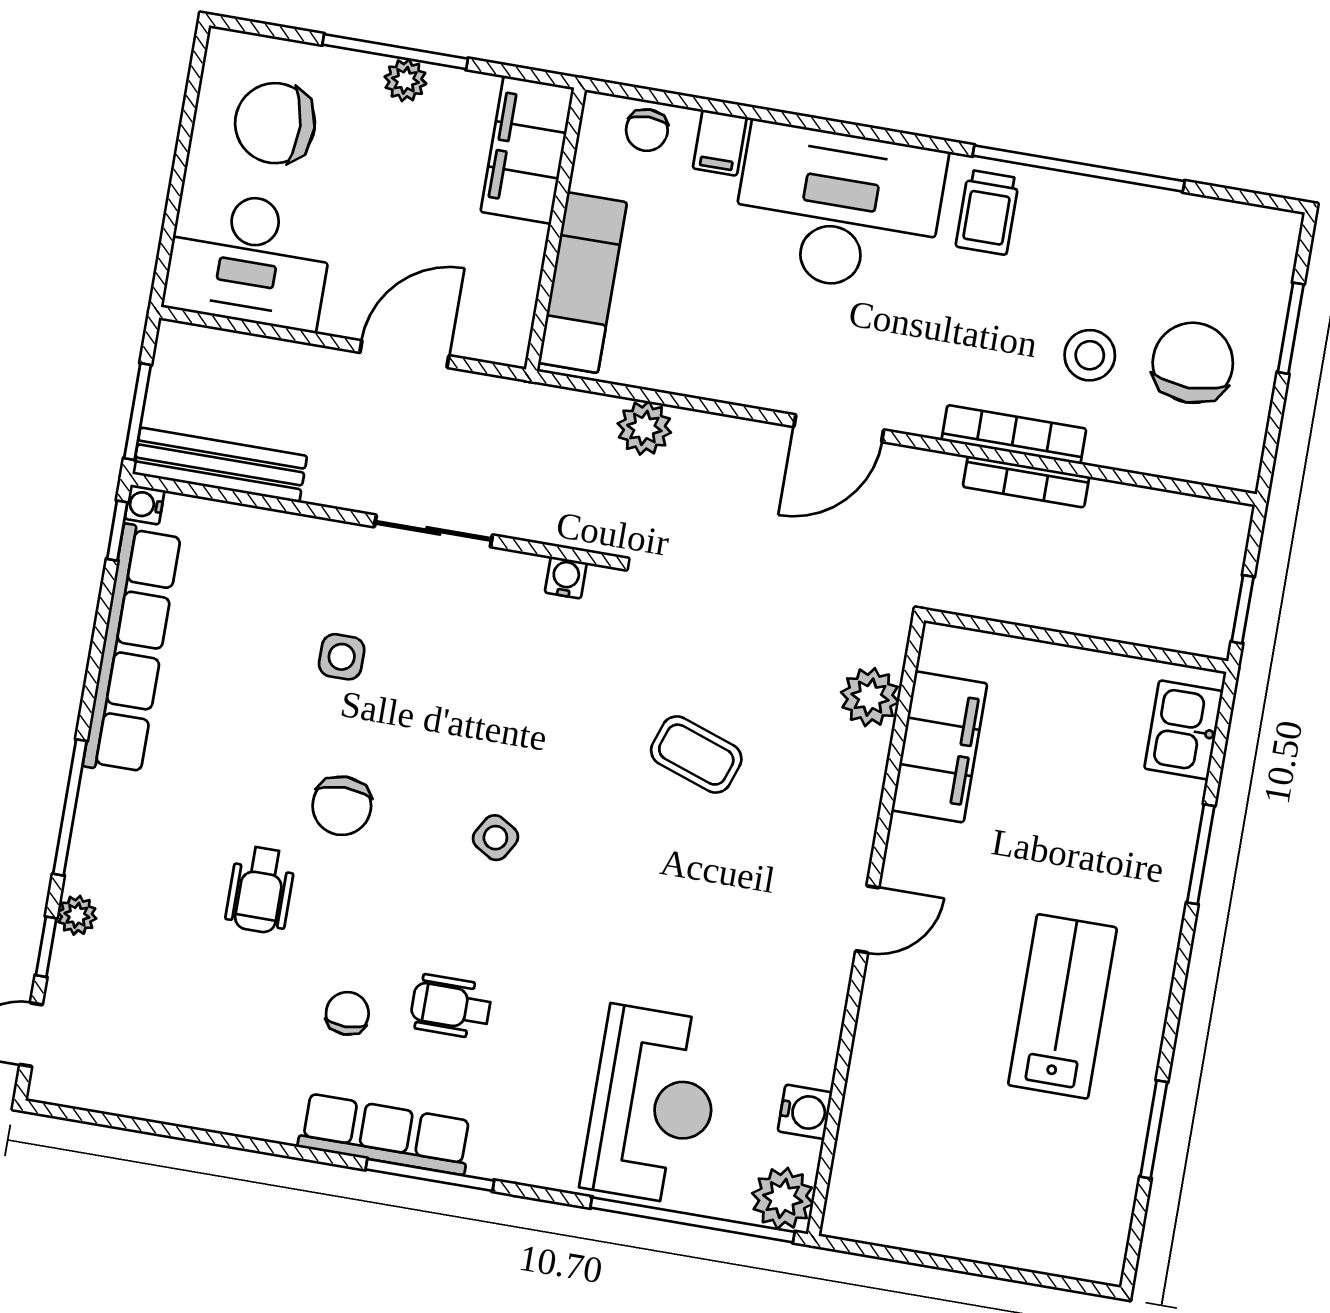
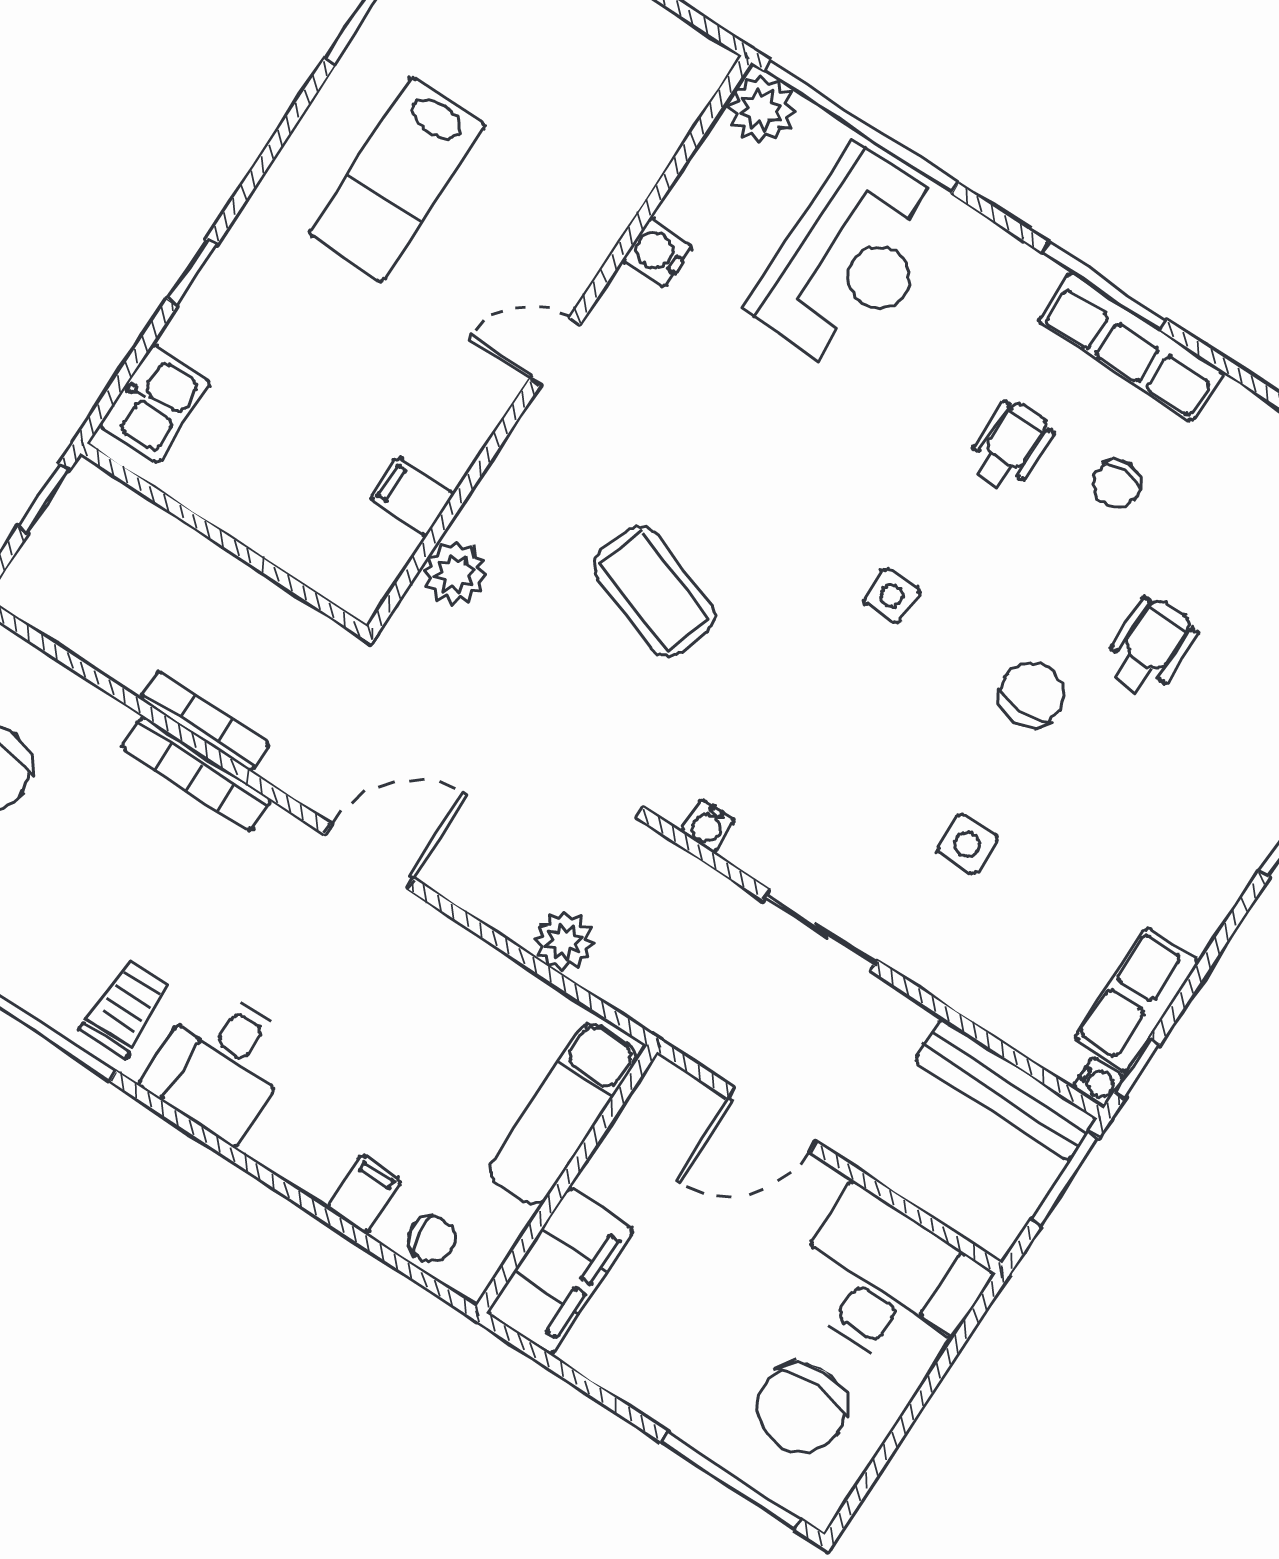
window: (395, 52) -> (731, 1480), moved
plant: (405, 80) -> (652, 1394), removed
chair: (275, 123) -> (801, 1408), turned 93
chair: (647, 130) -> (432, 1239), turned 80
desk: (838, 209) -> (221, 1064), width x0.53, depth x0.77
stool: (1090, 355) -> (86, 820), removed
row of seats: (132, 649) -> (1137, 1000), width x0.50
filing cabinet: (939, 747) -> (412, 496), width x0.33, depth x0.86
coffee table: (696, 755) -> (654, 591), width x1.36, depth x1.30
side table: (495, 838) -> (892, 596), turned -31
window: (1201, 854) -> (192, 272), width x0.67
wheelchair: (451, 1007) -> (1010, 446), turned -90
reception desk: (653, 1105) -> (851, 259), turned 180
water cooler: (805, 1112) -> (657, 253), moved

